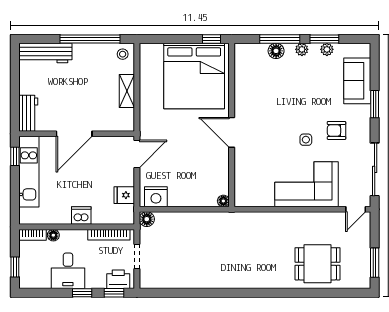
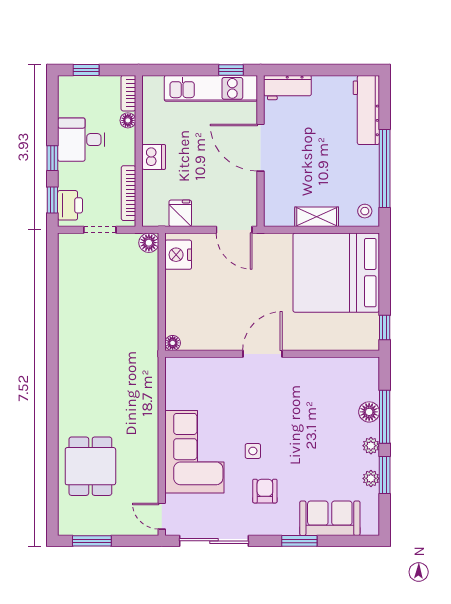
bed: (194, 76) -> (336, 273), moved

